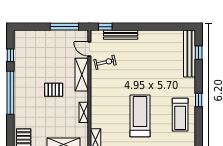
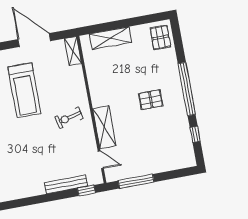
exercise bike: (105, 62) -> (69, 118), moved
pallet: (54, 90) -> (151, 100), moved
shelving: (84, 112) -> (93, 82), removed

